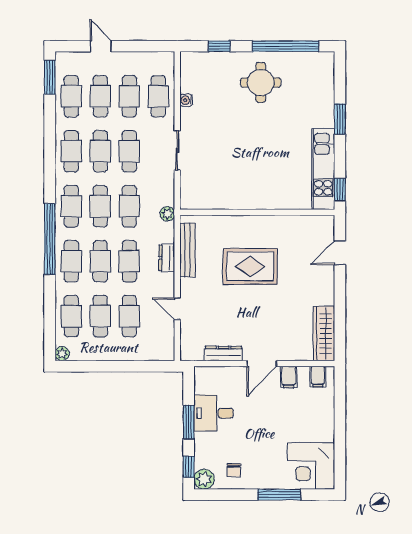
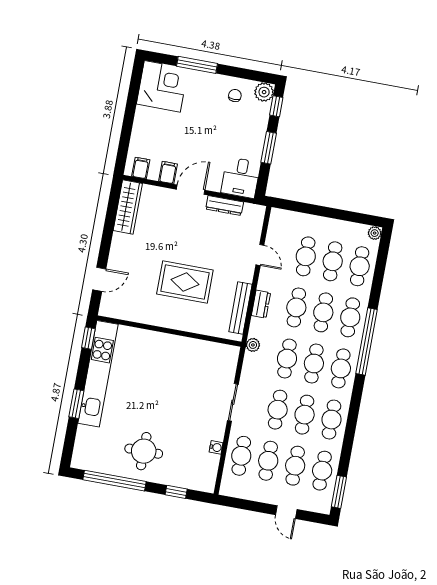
kitchen unit: (323, 169) -> (98, 374), width x1.36
desk: (213, 413) -> (241, 178), moved, turned 90

